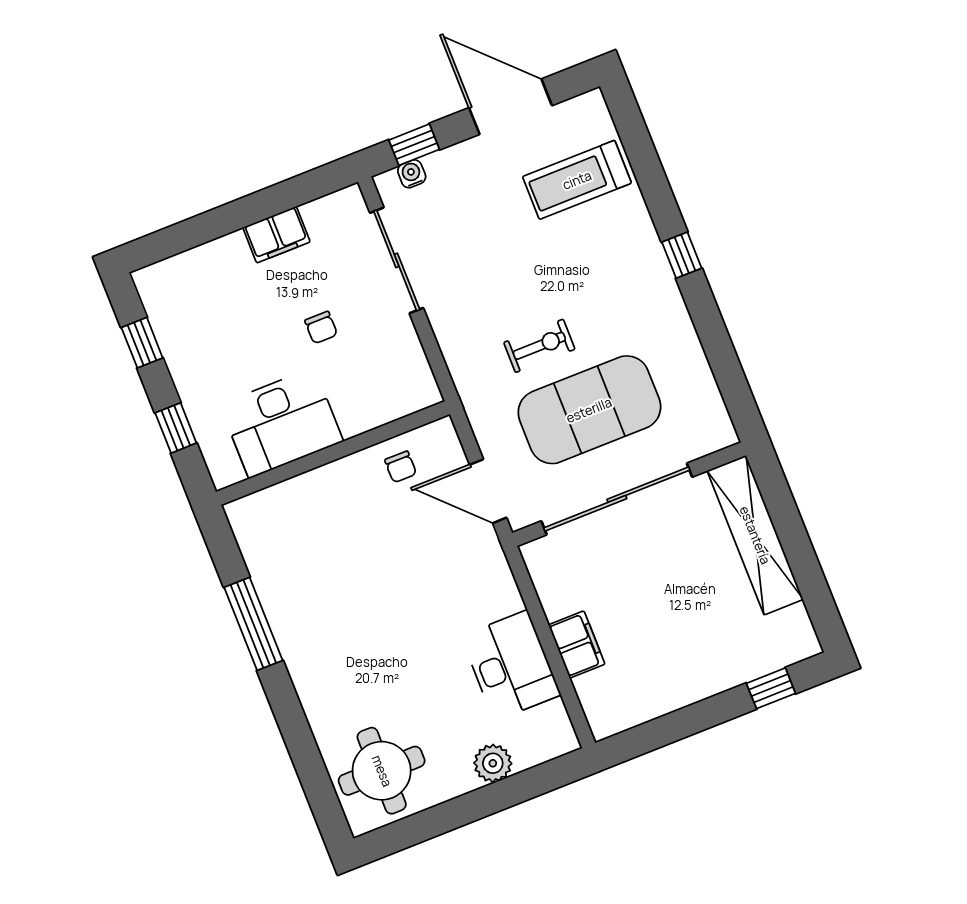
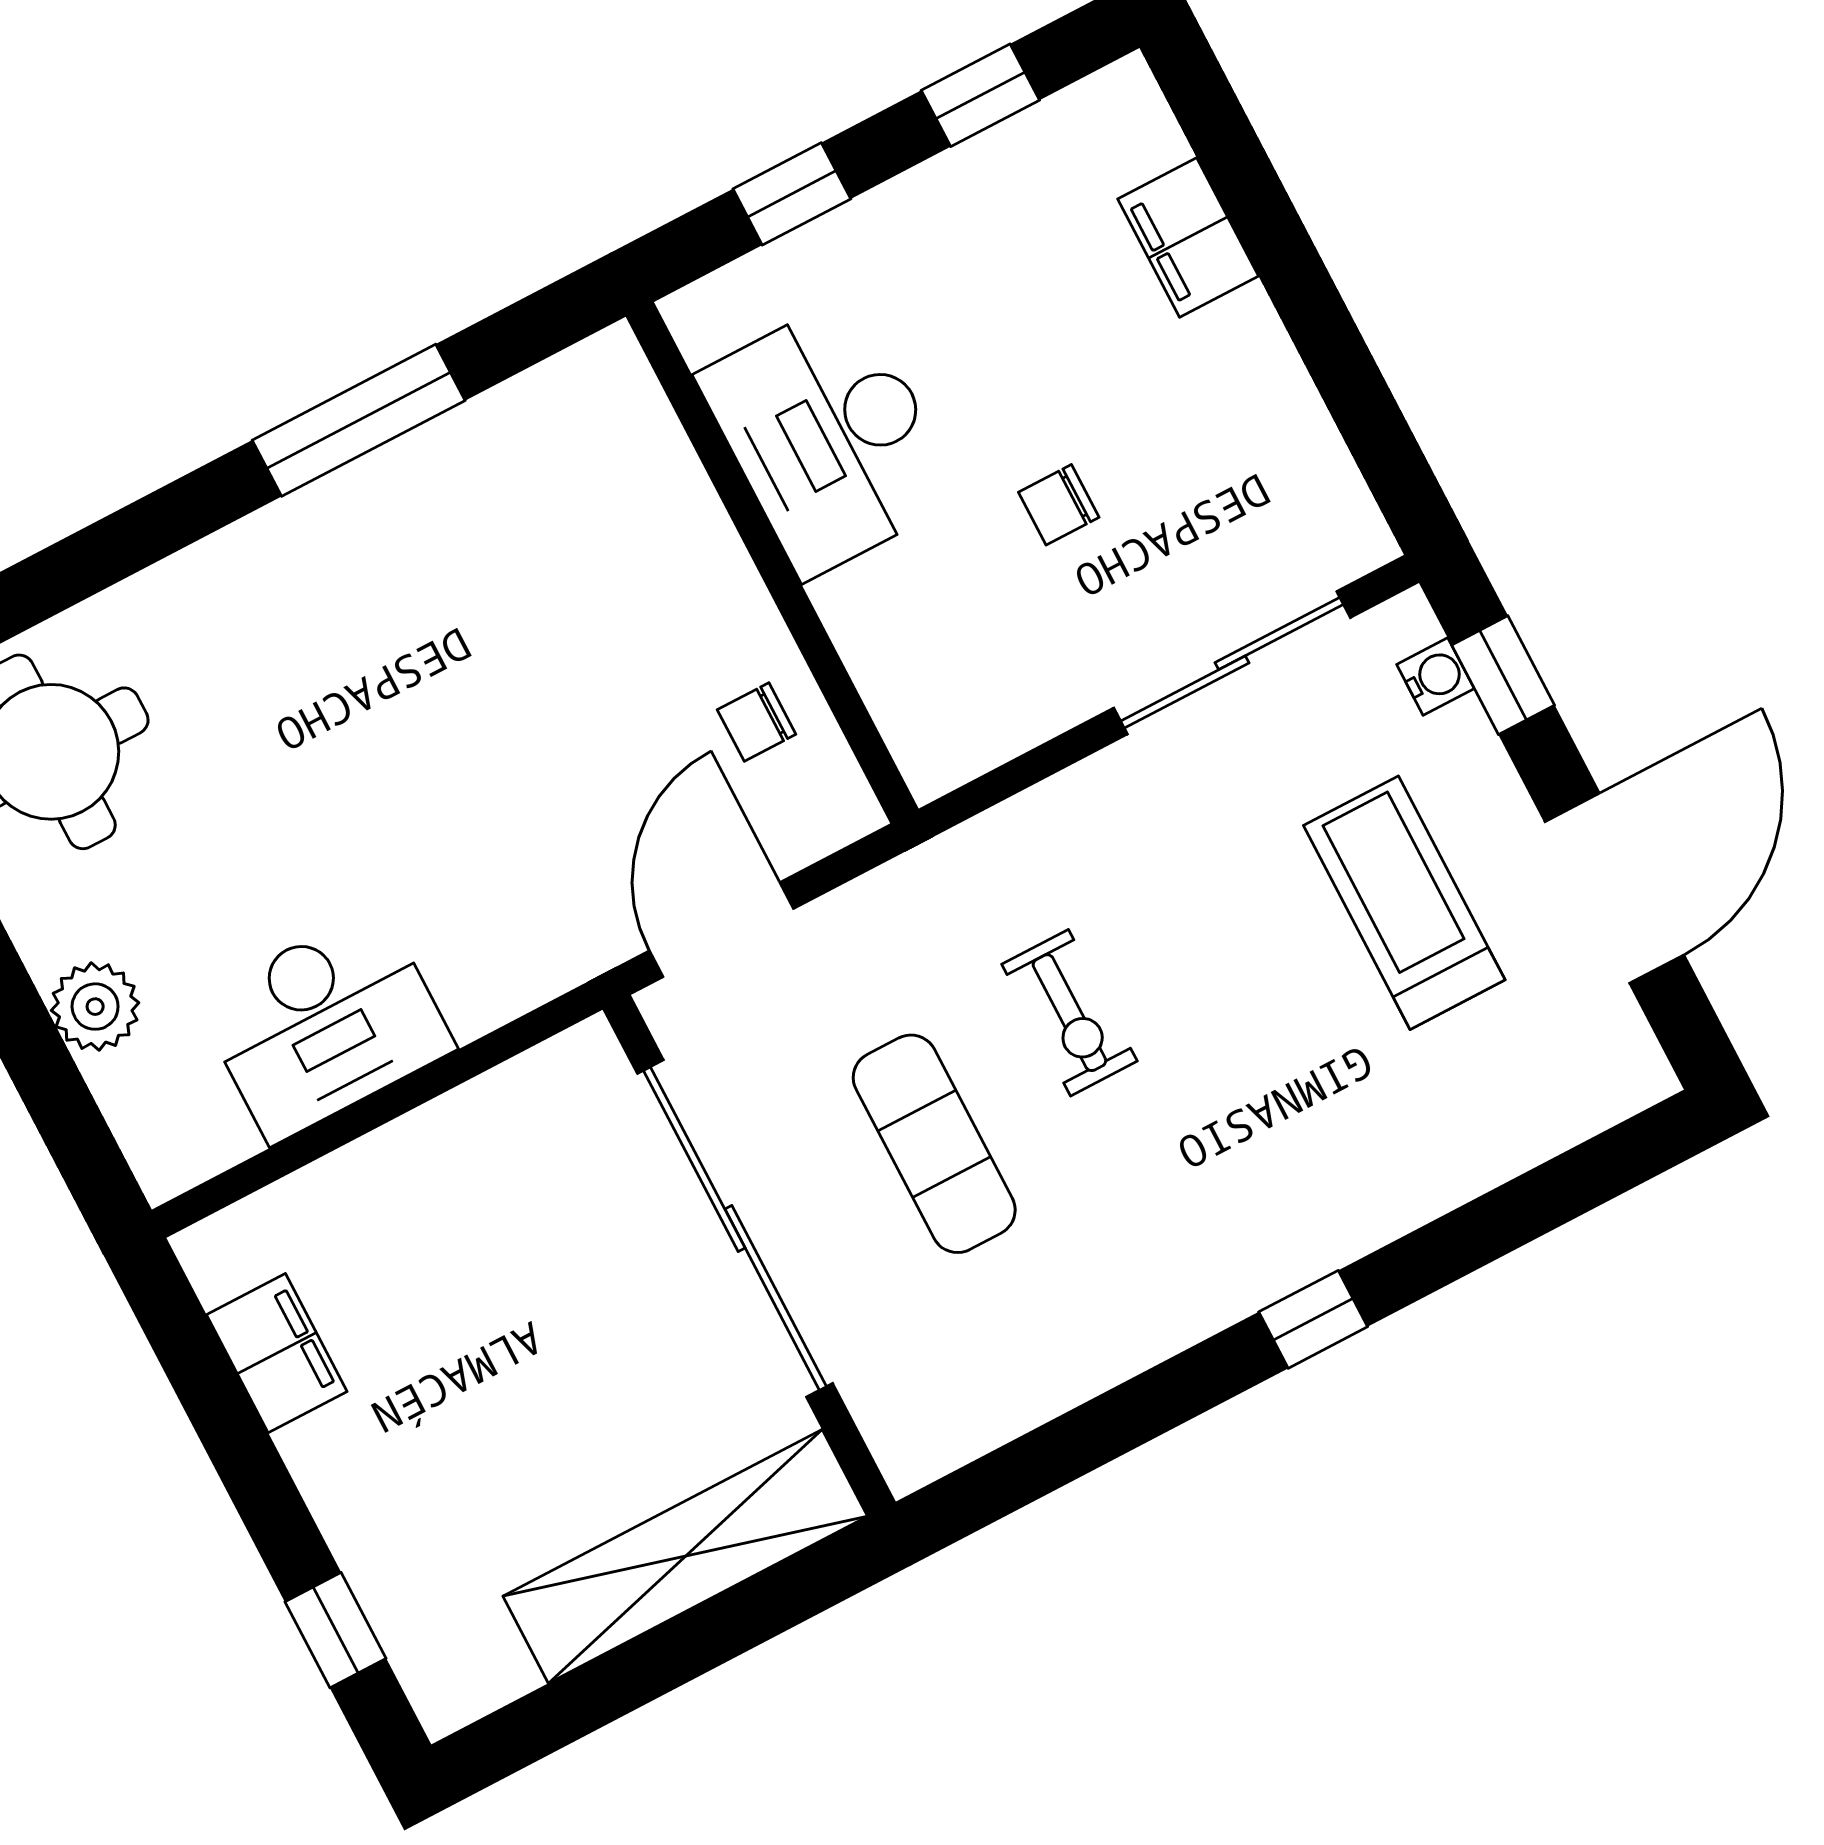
treadmill: (577, 180) -> (1404, 903), moved
filing cabinet: (276, 235) -> (1188, 238), moved
exercise mat: (589, 410) -> (934, 1144), width x0.50, depth x0.69
filing cabinet: (577, 644) -> (277, 1353), moved, turned -90

